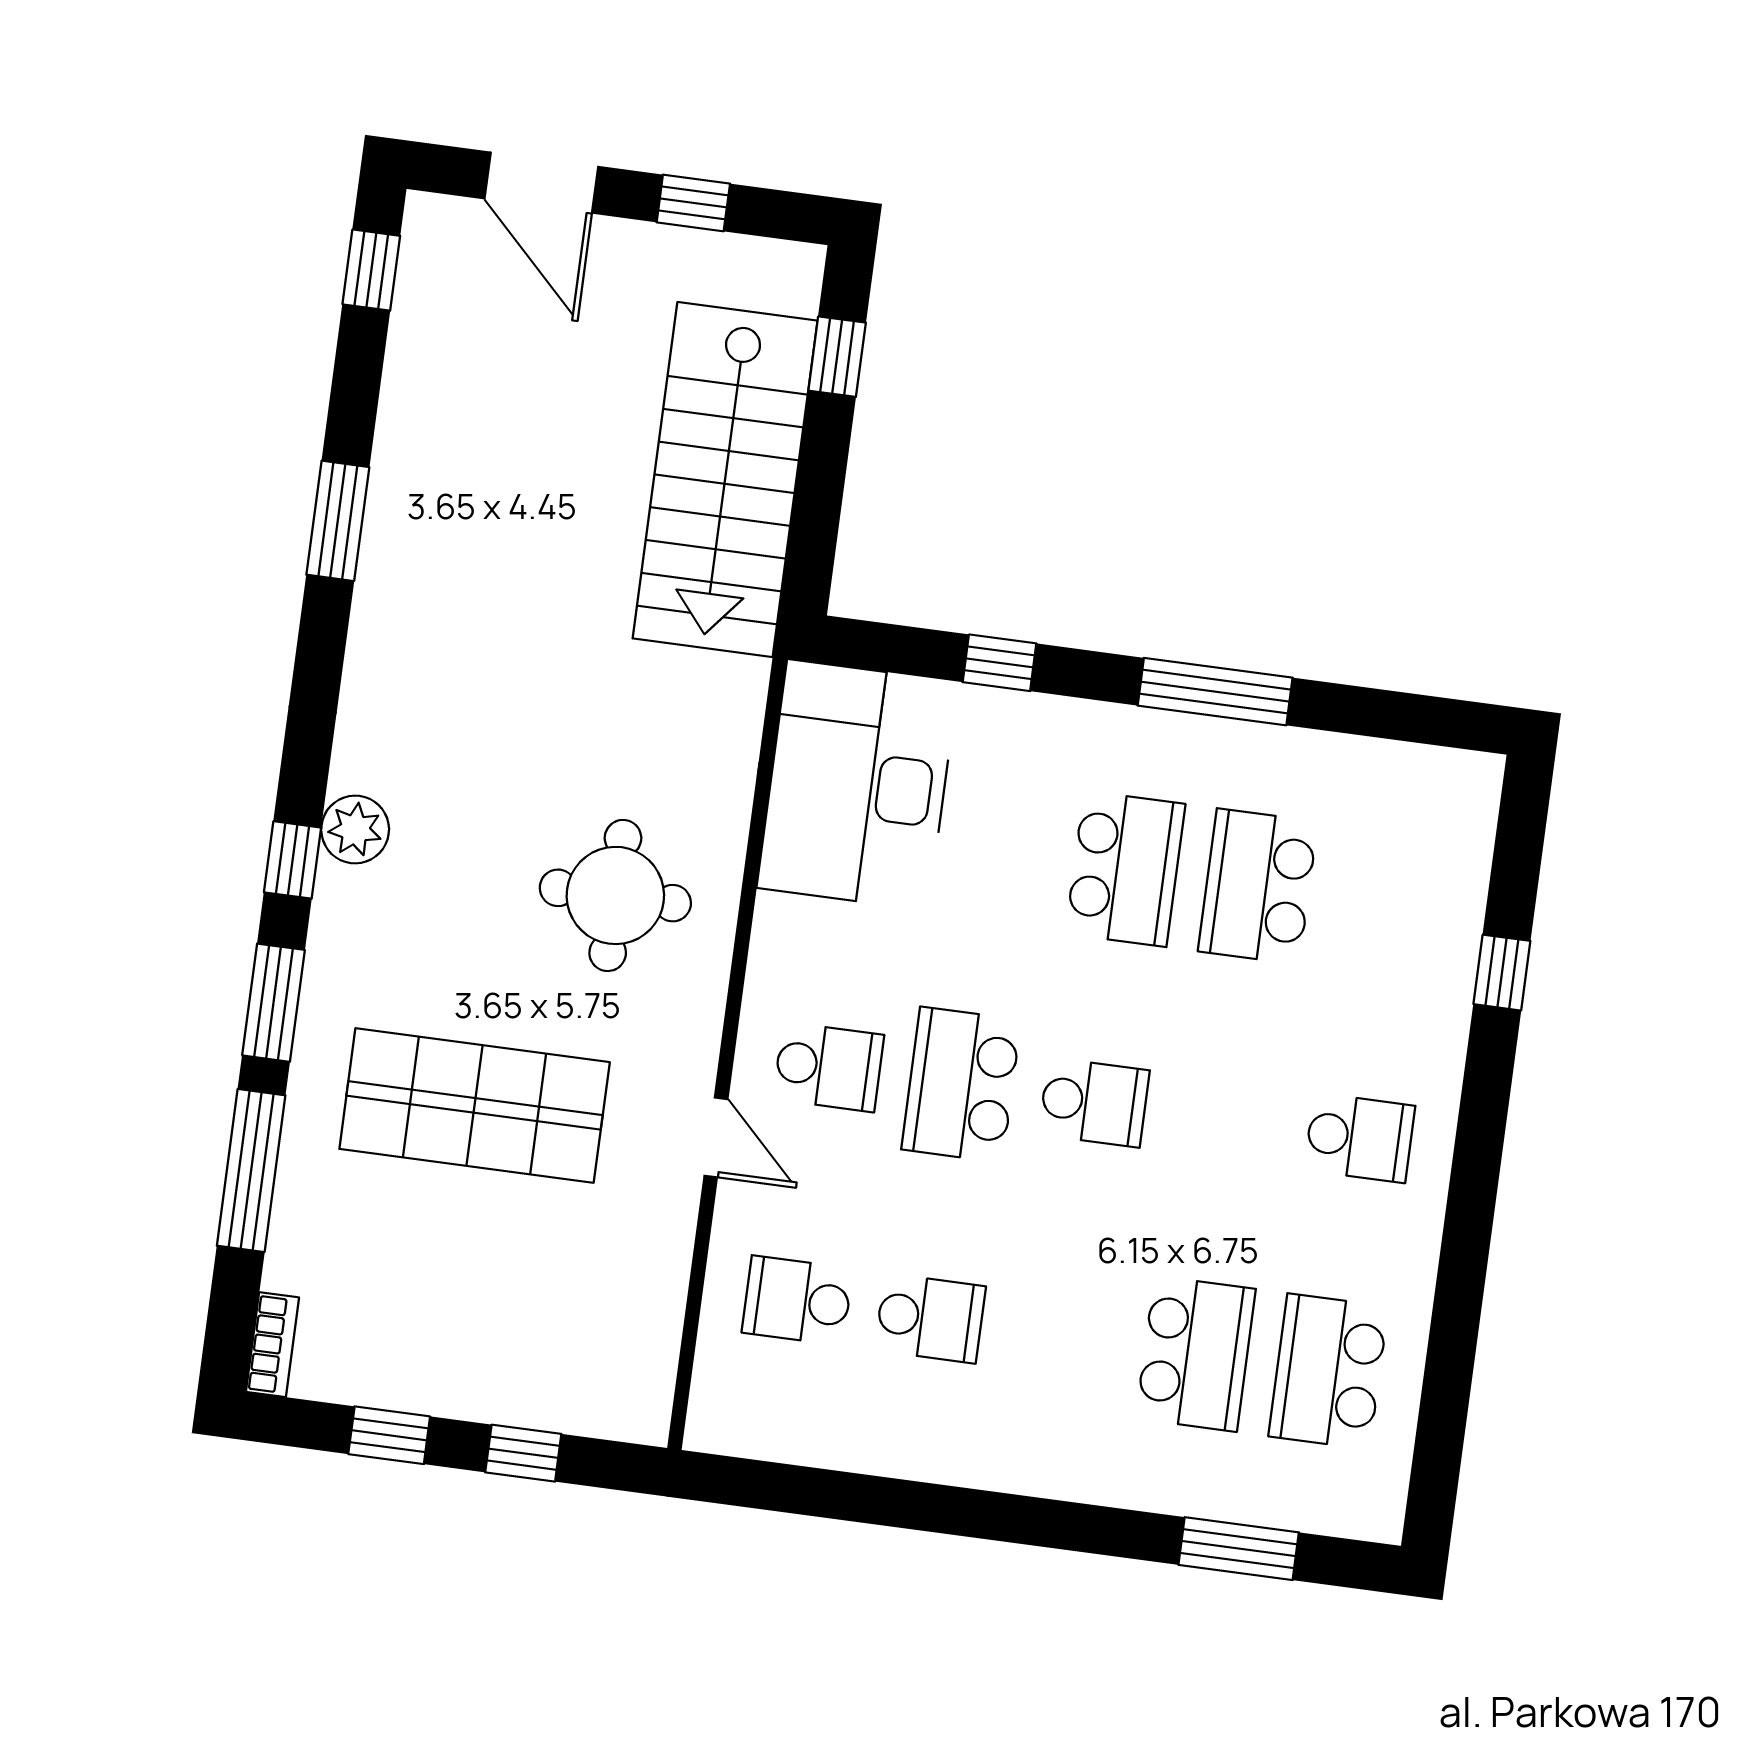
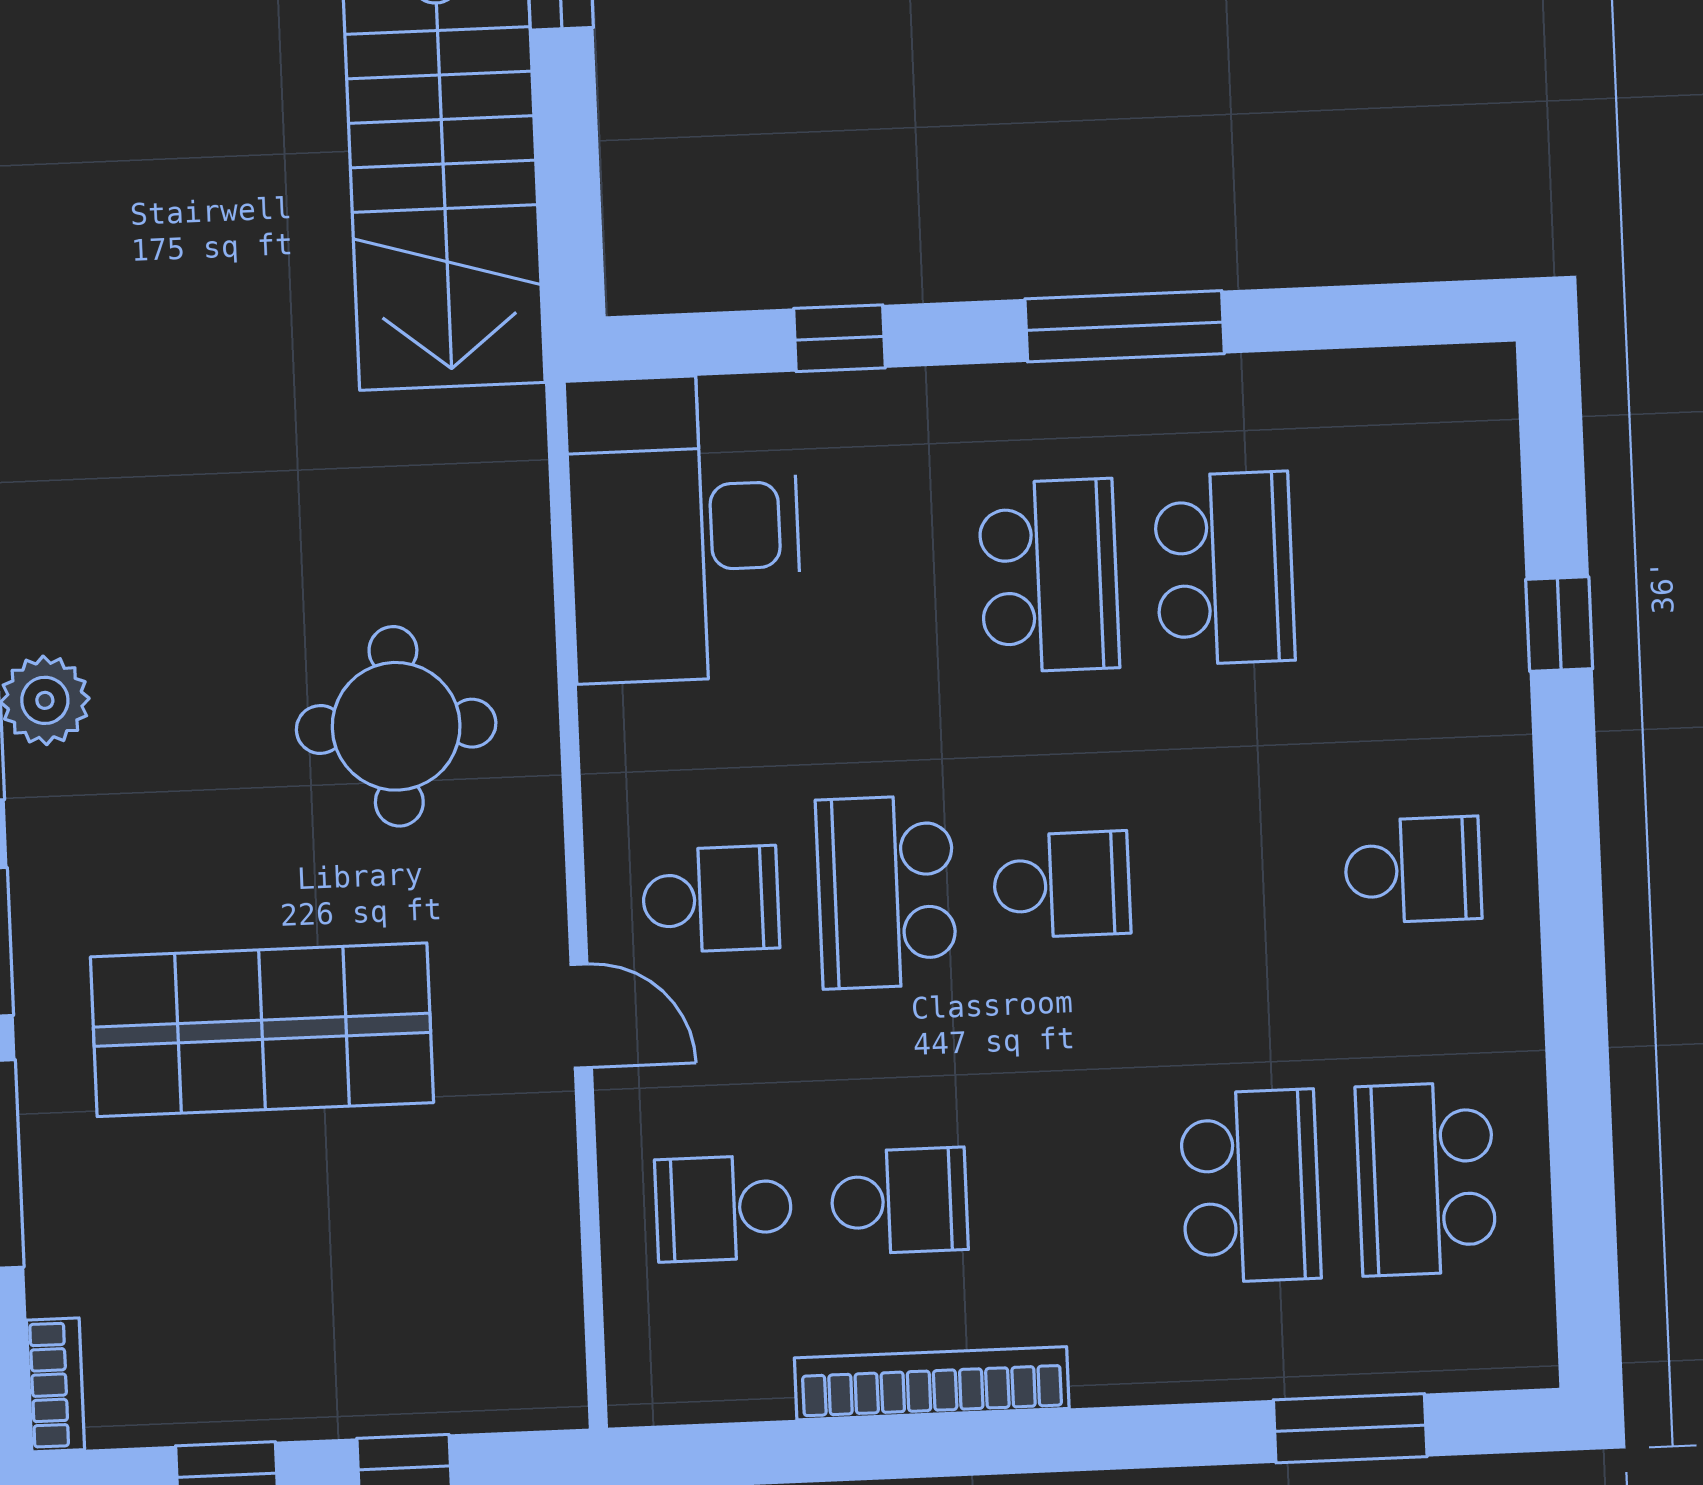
school desk: (1258, 886) -> (1224, 568), turned 180
bookcase: (930, 1459) -> (932, 1383), added

